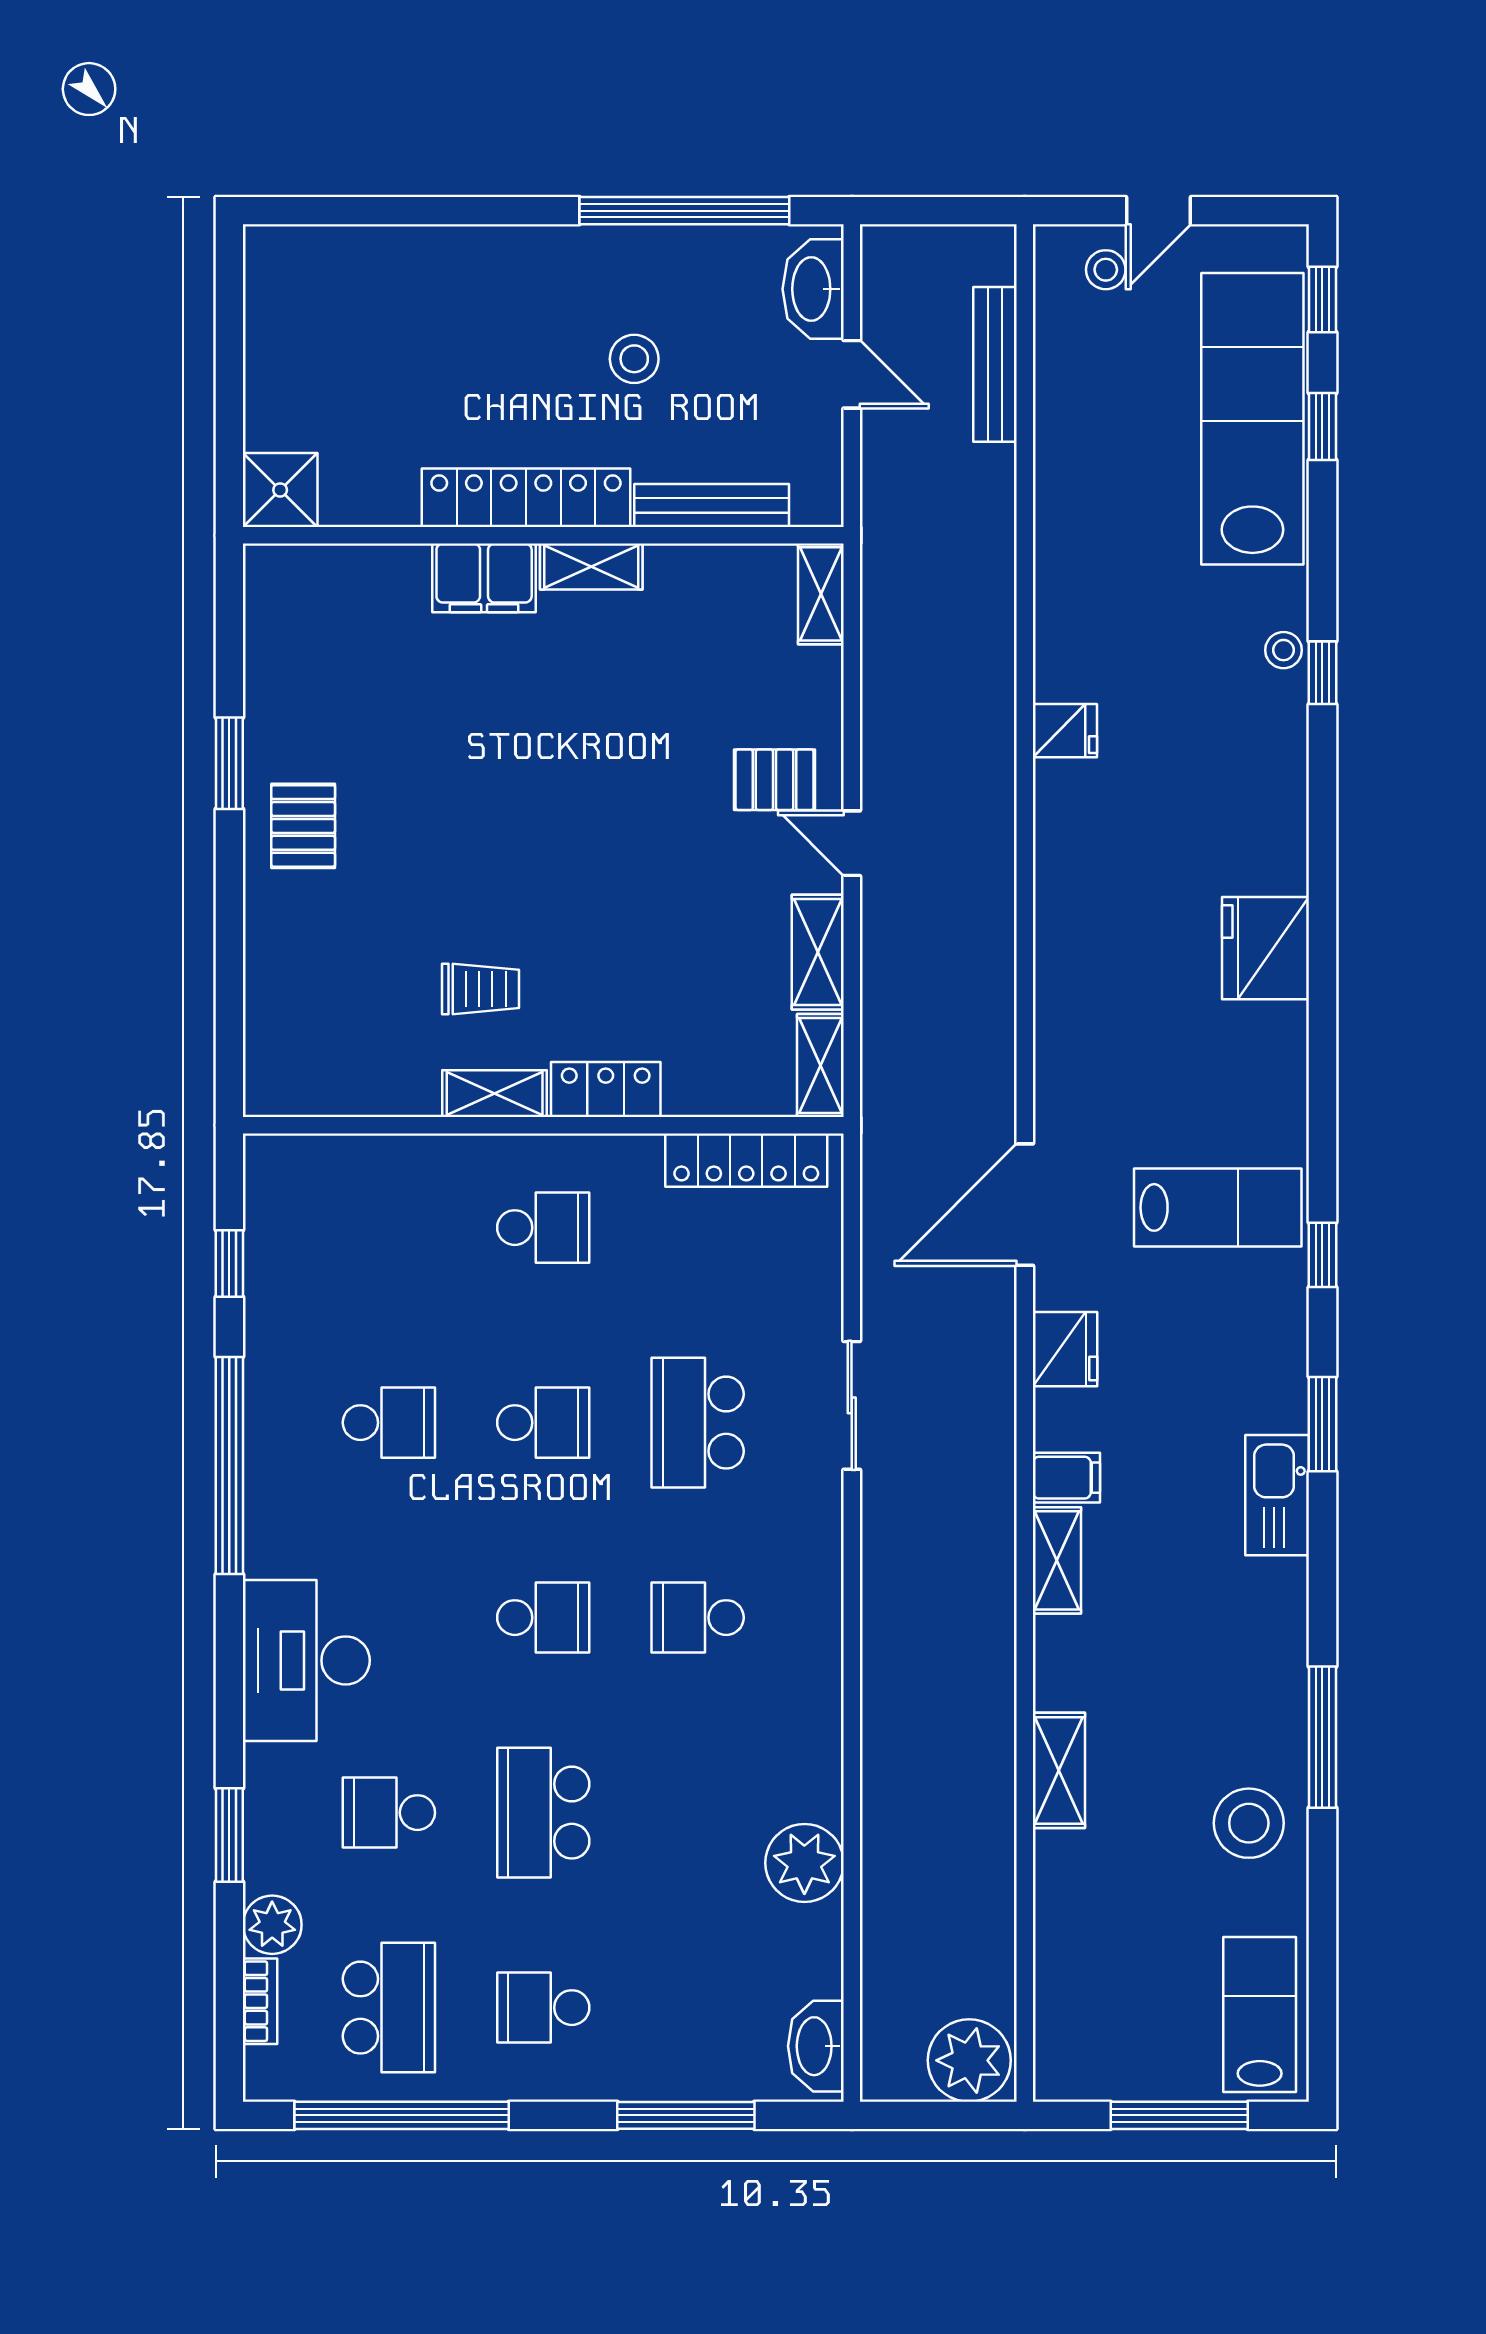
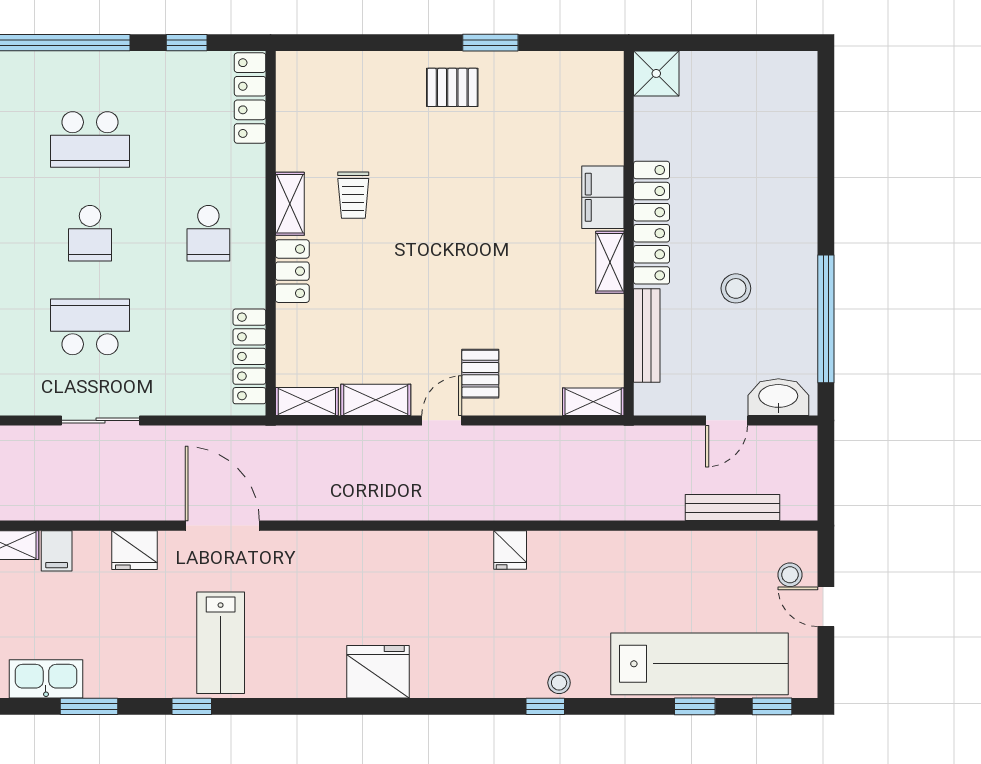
locker: (321, 1159) -> (250, 98), added
school desk: (389, 1423) -> (90, 139), width x1.85

